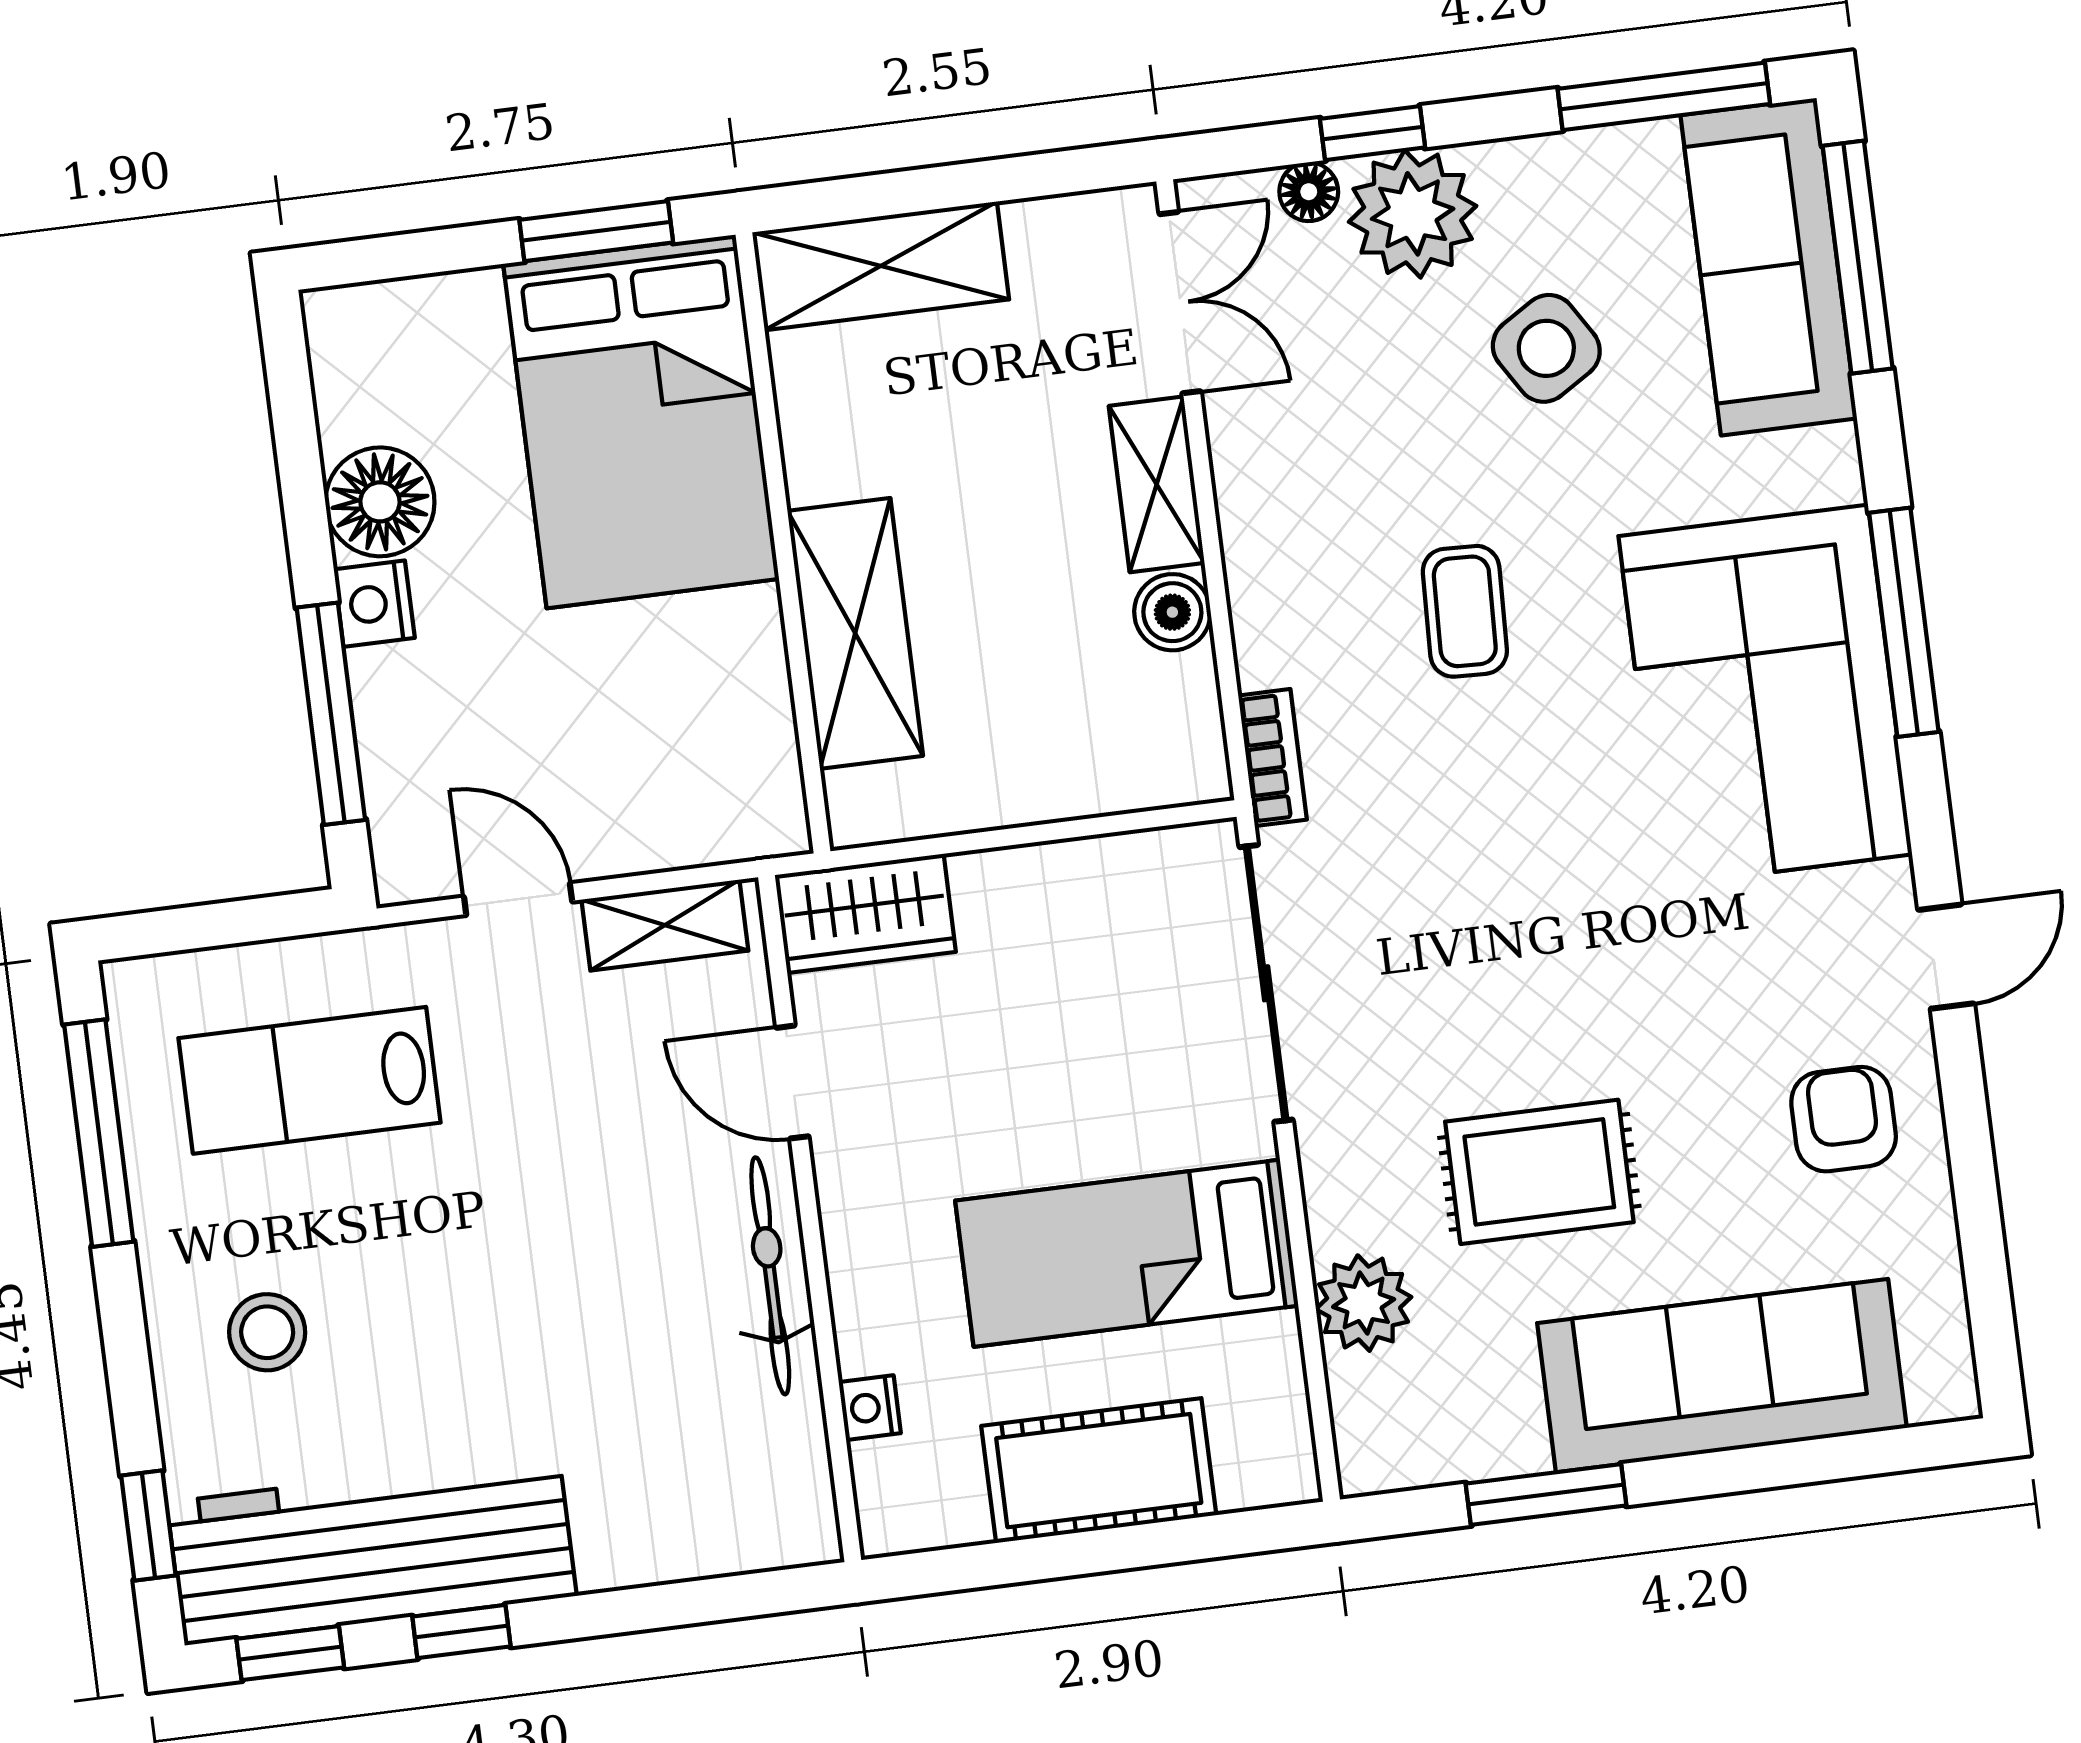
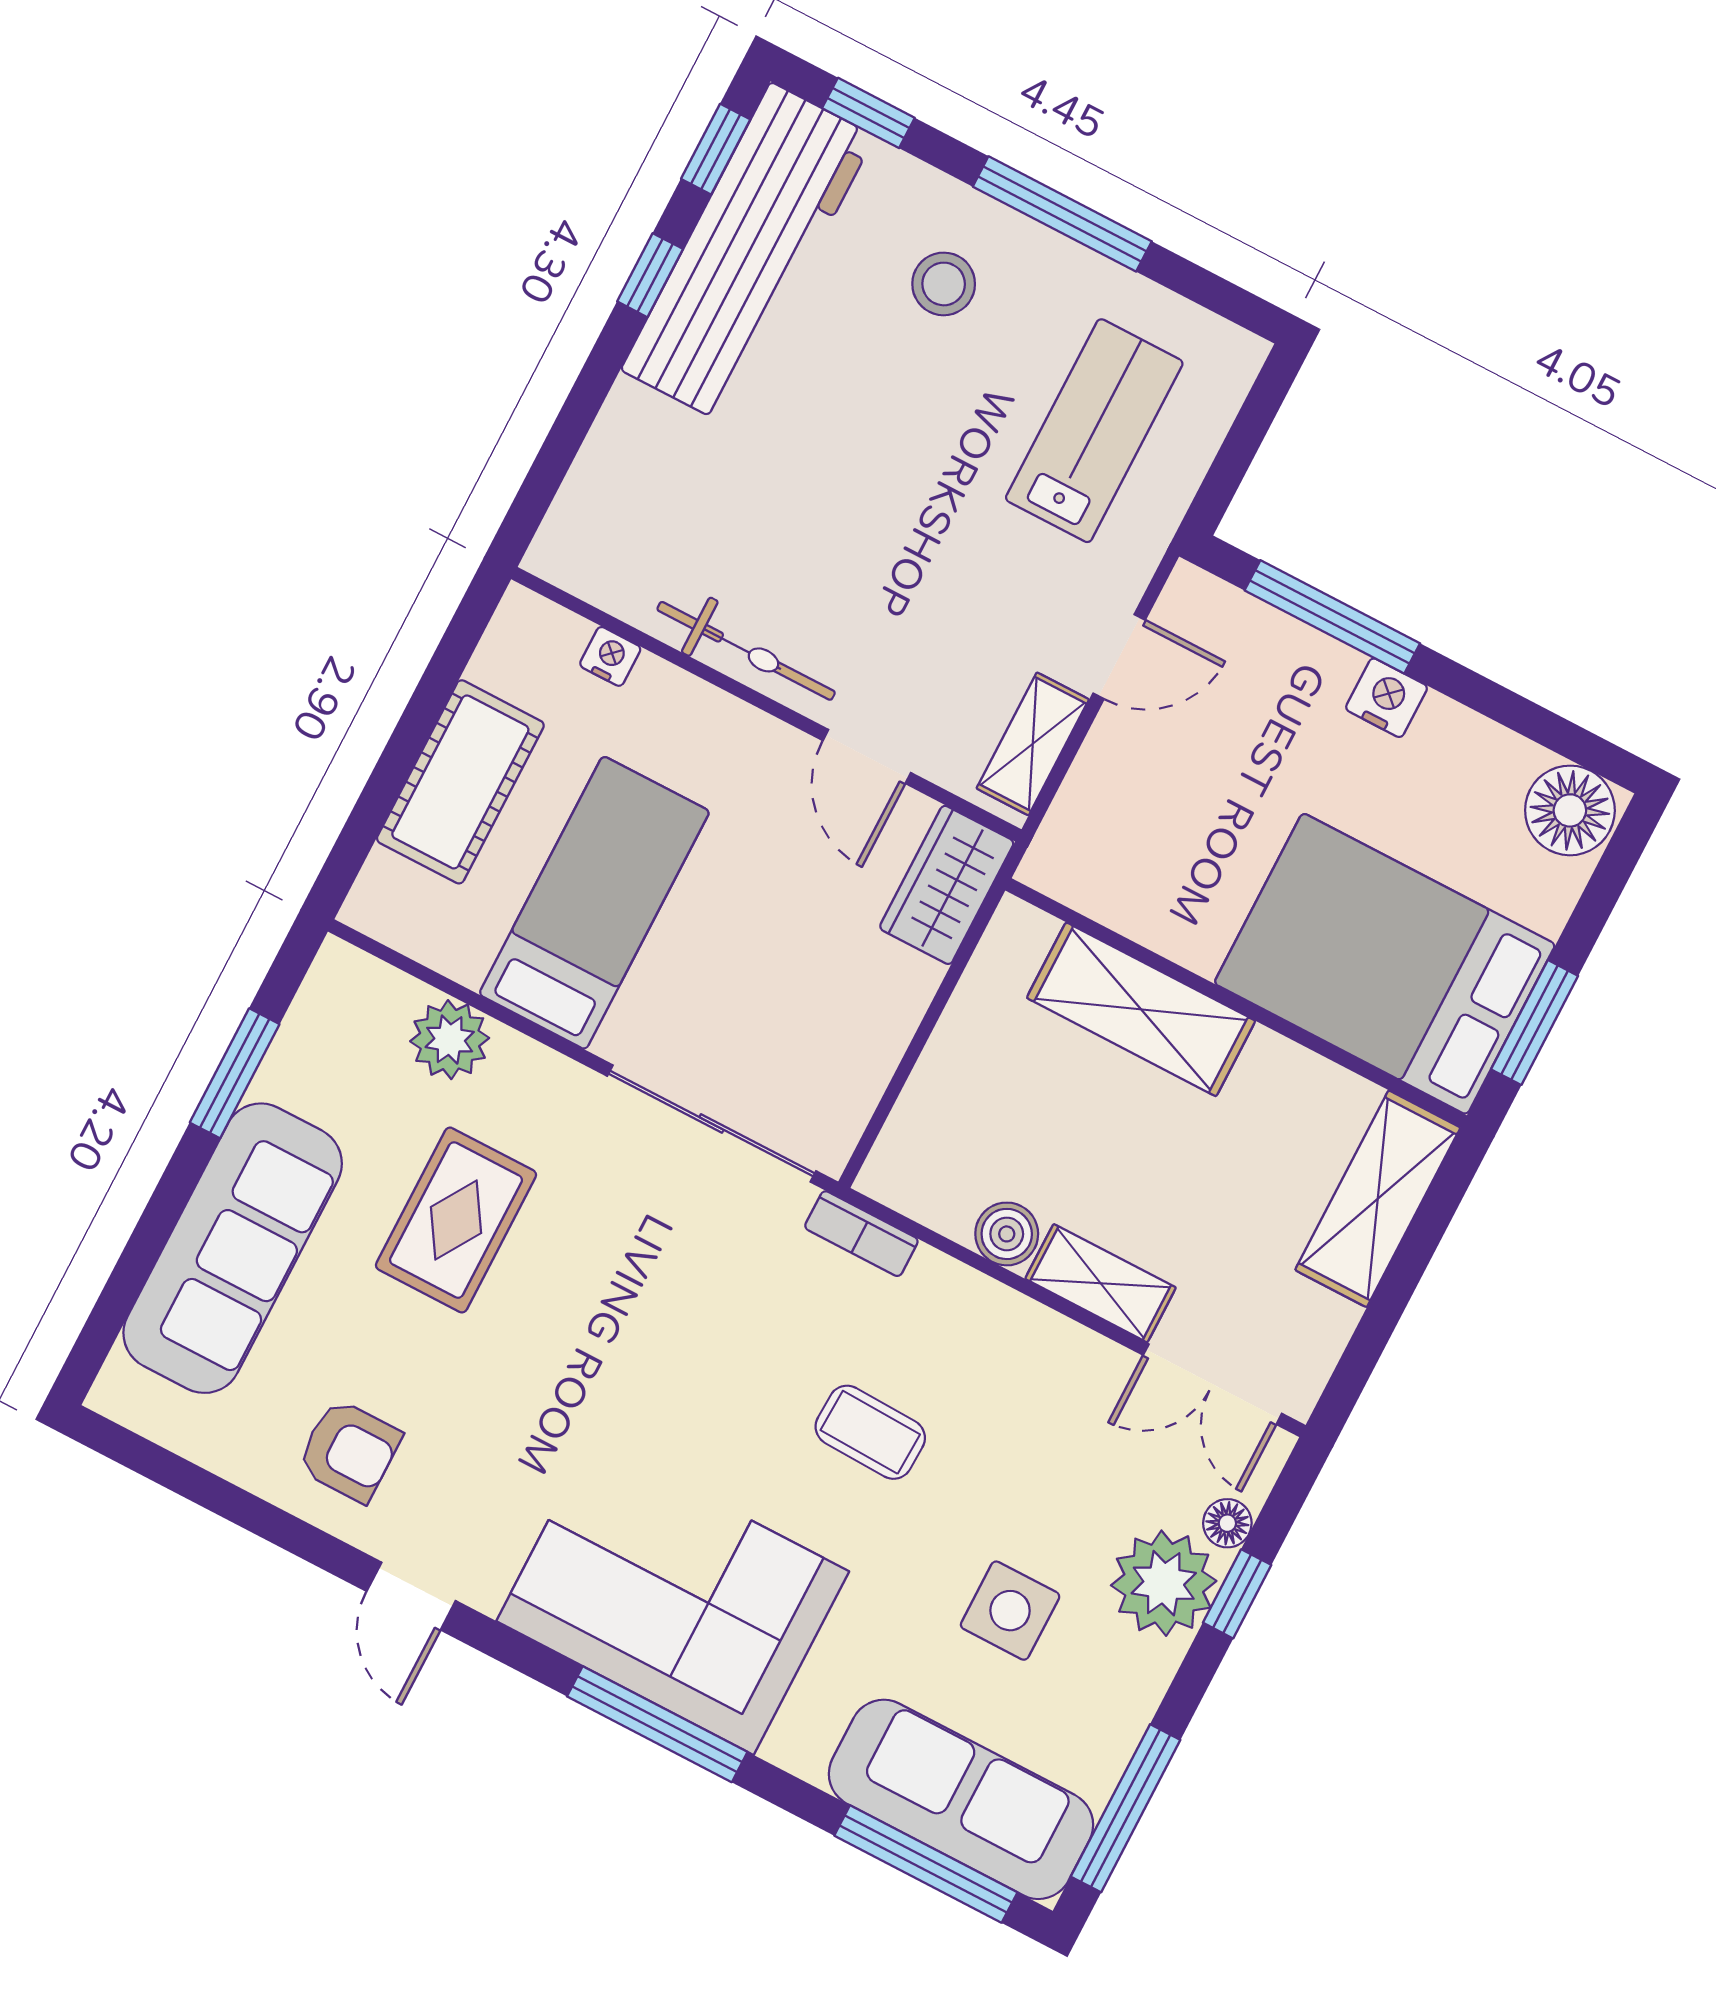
side table: (1546, 348) -> (1010, 1611), turned 32
floor lamp: (380, 502) -> (1570, 810), moved
door: (792, 1082) -> (867, 757), swing flipped
window: (99, 1133) -> (1062, 214), moved

